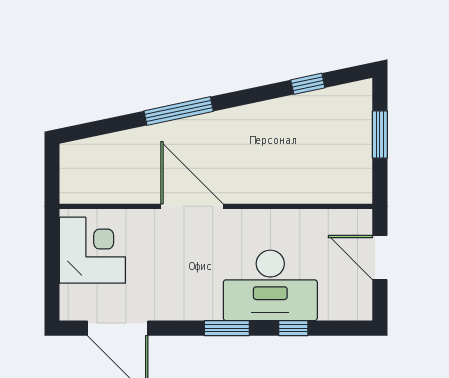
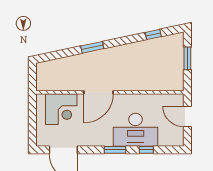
window: (179, 111) -> (92, 47), width x0.69
door: (192, 206) -> (98, 92), swing flipped
corner desk: (92, 250) -> (61, 109), moved, turned 90

